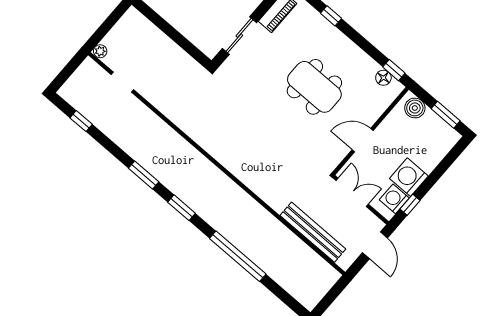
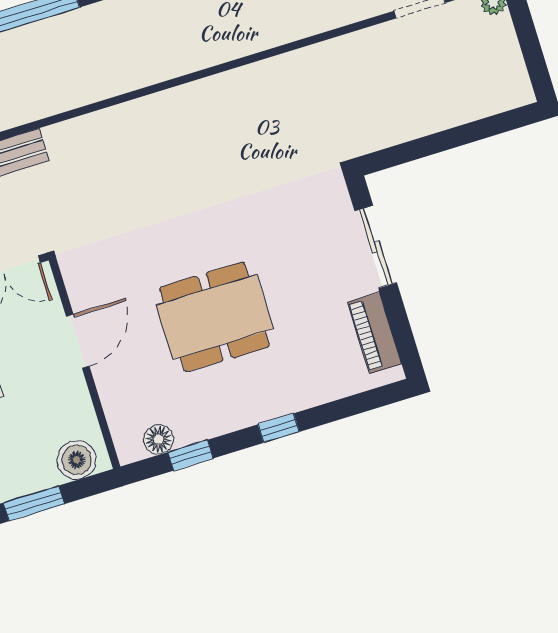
window: (331, 16) -> (279, 428), moved
window: (394, 70) -> (190, 455), moved

